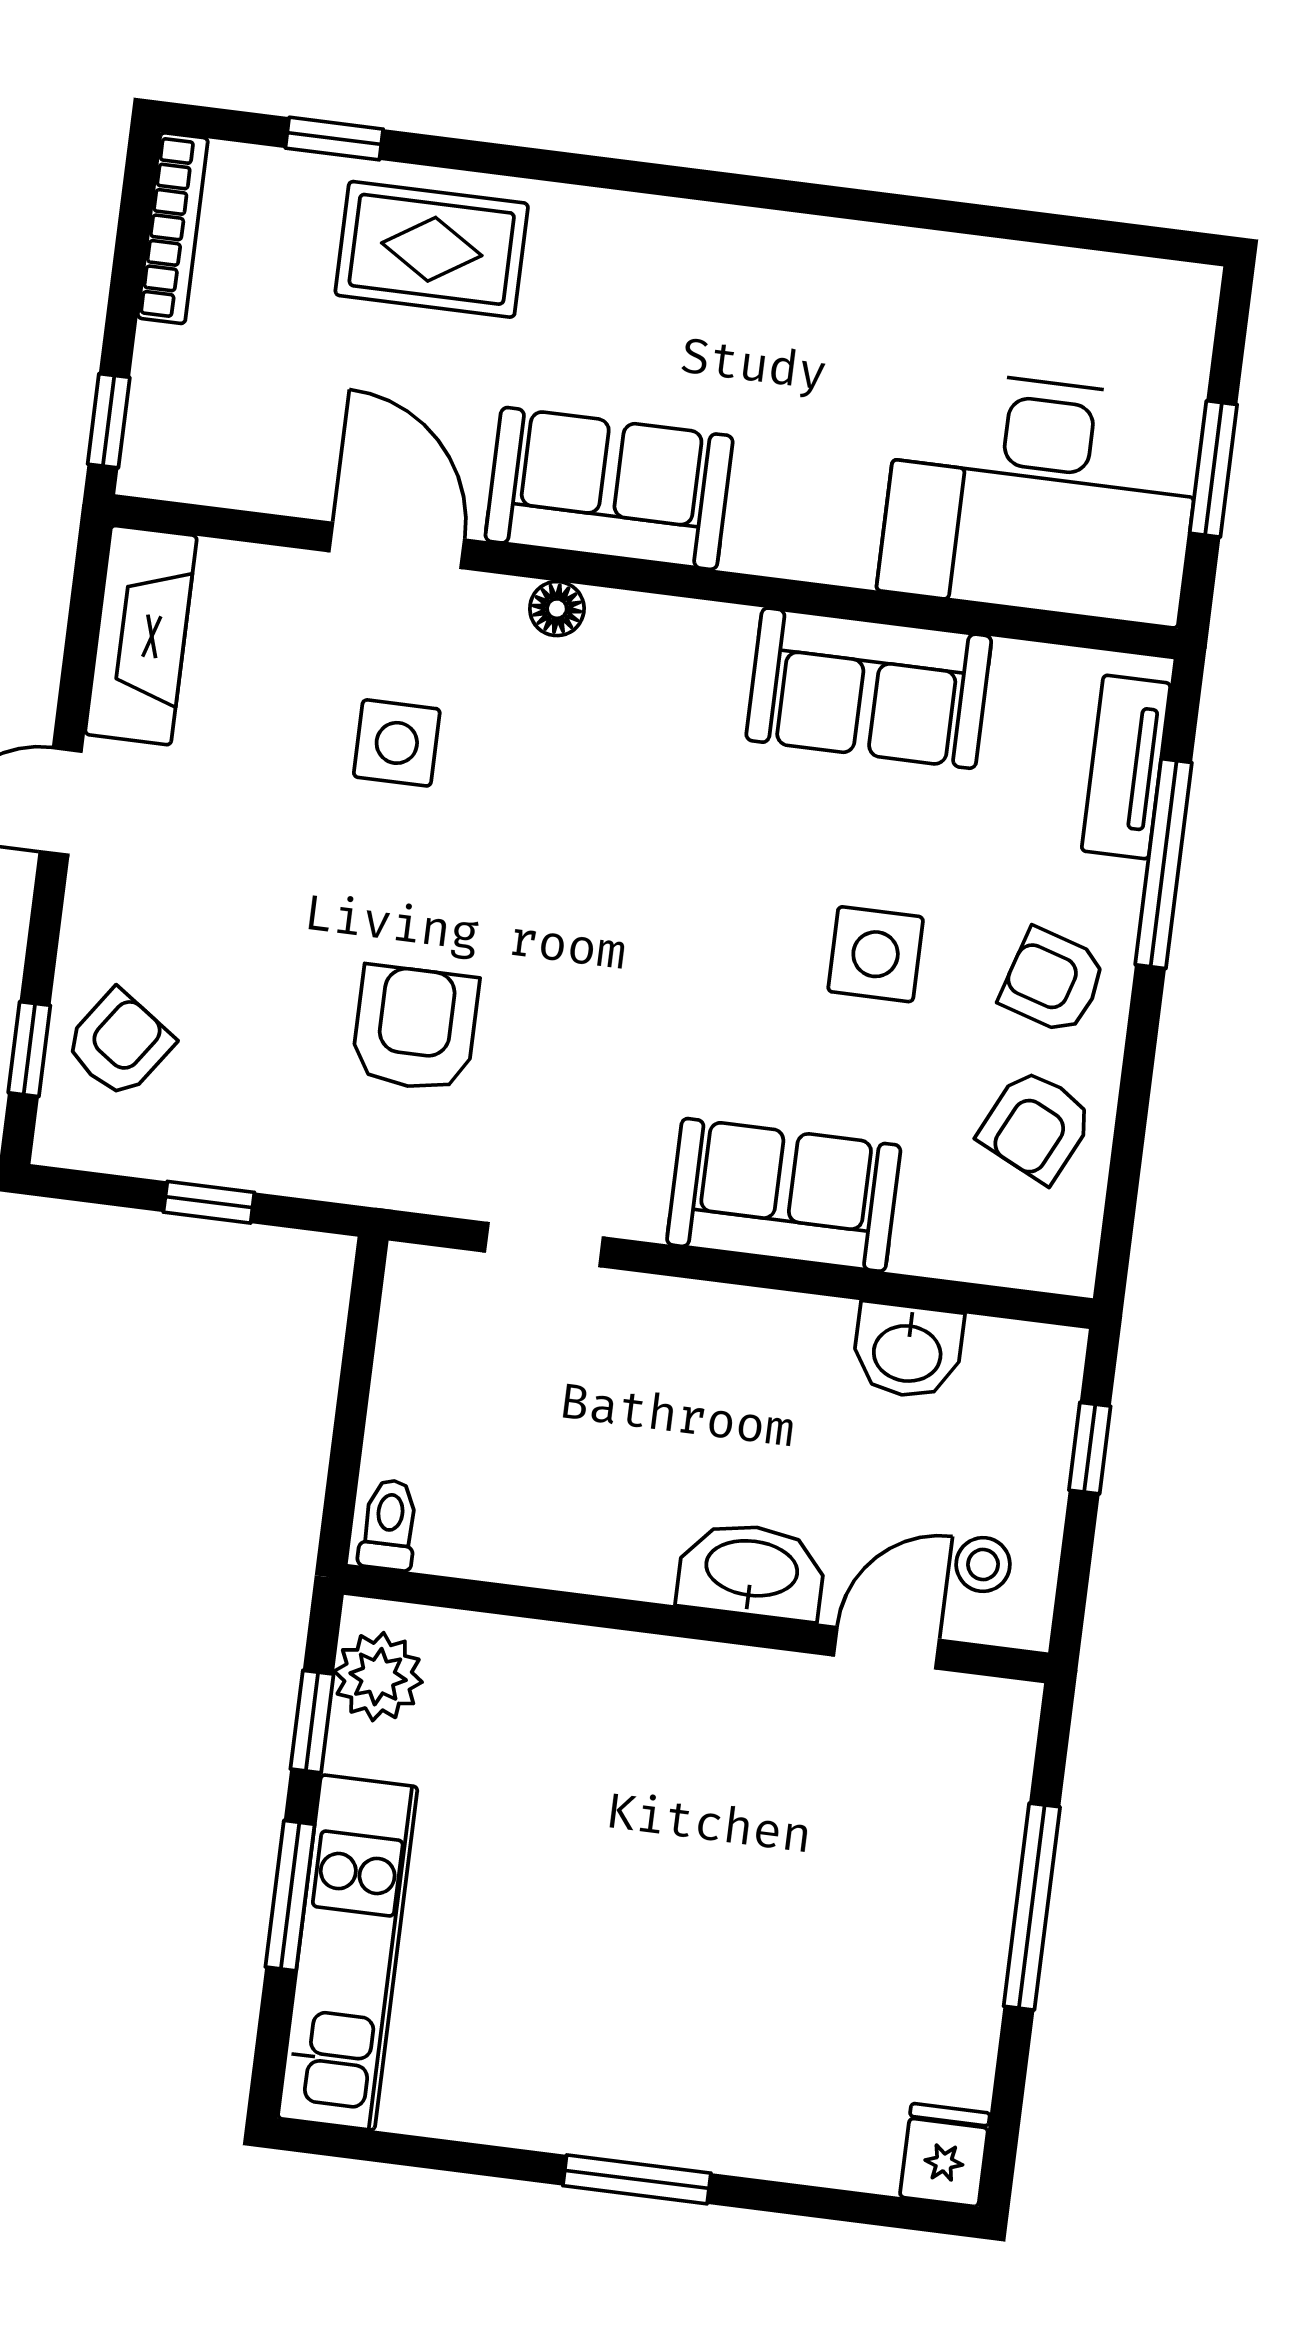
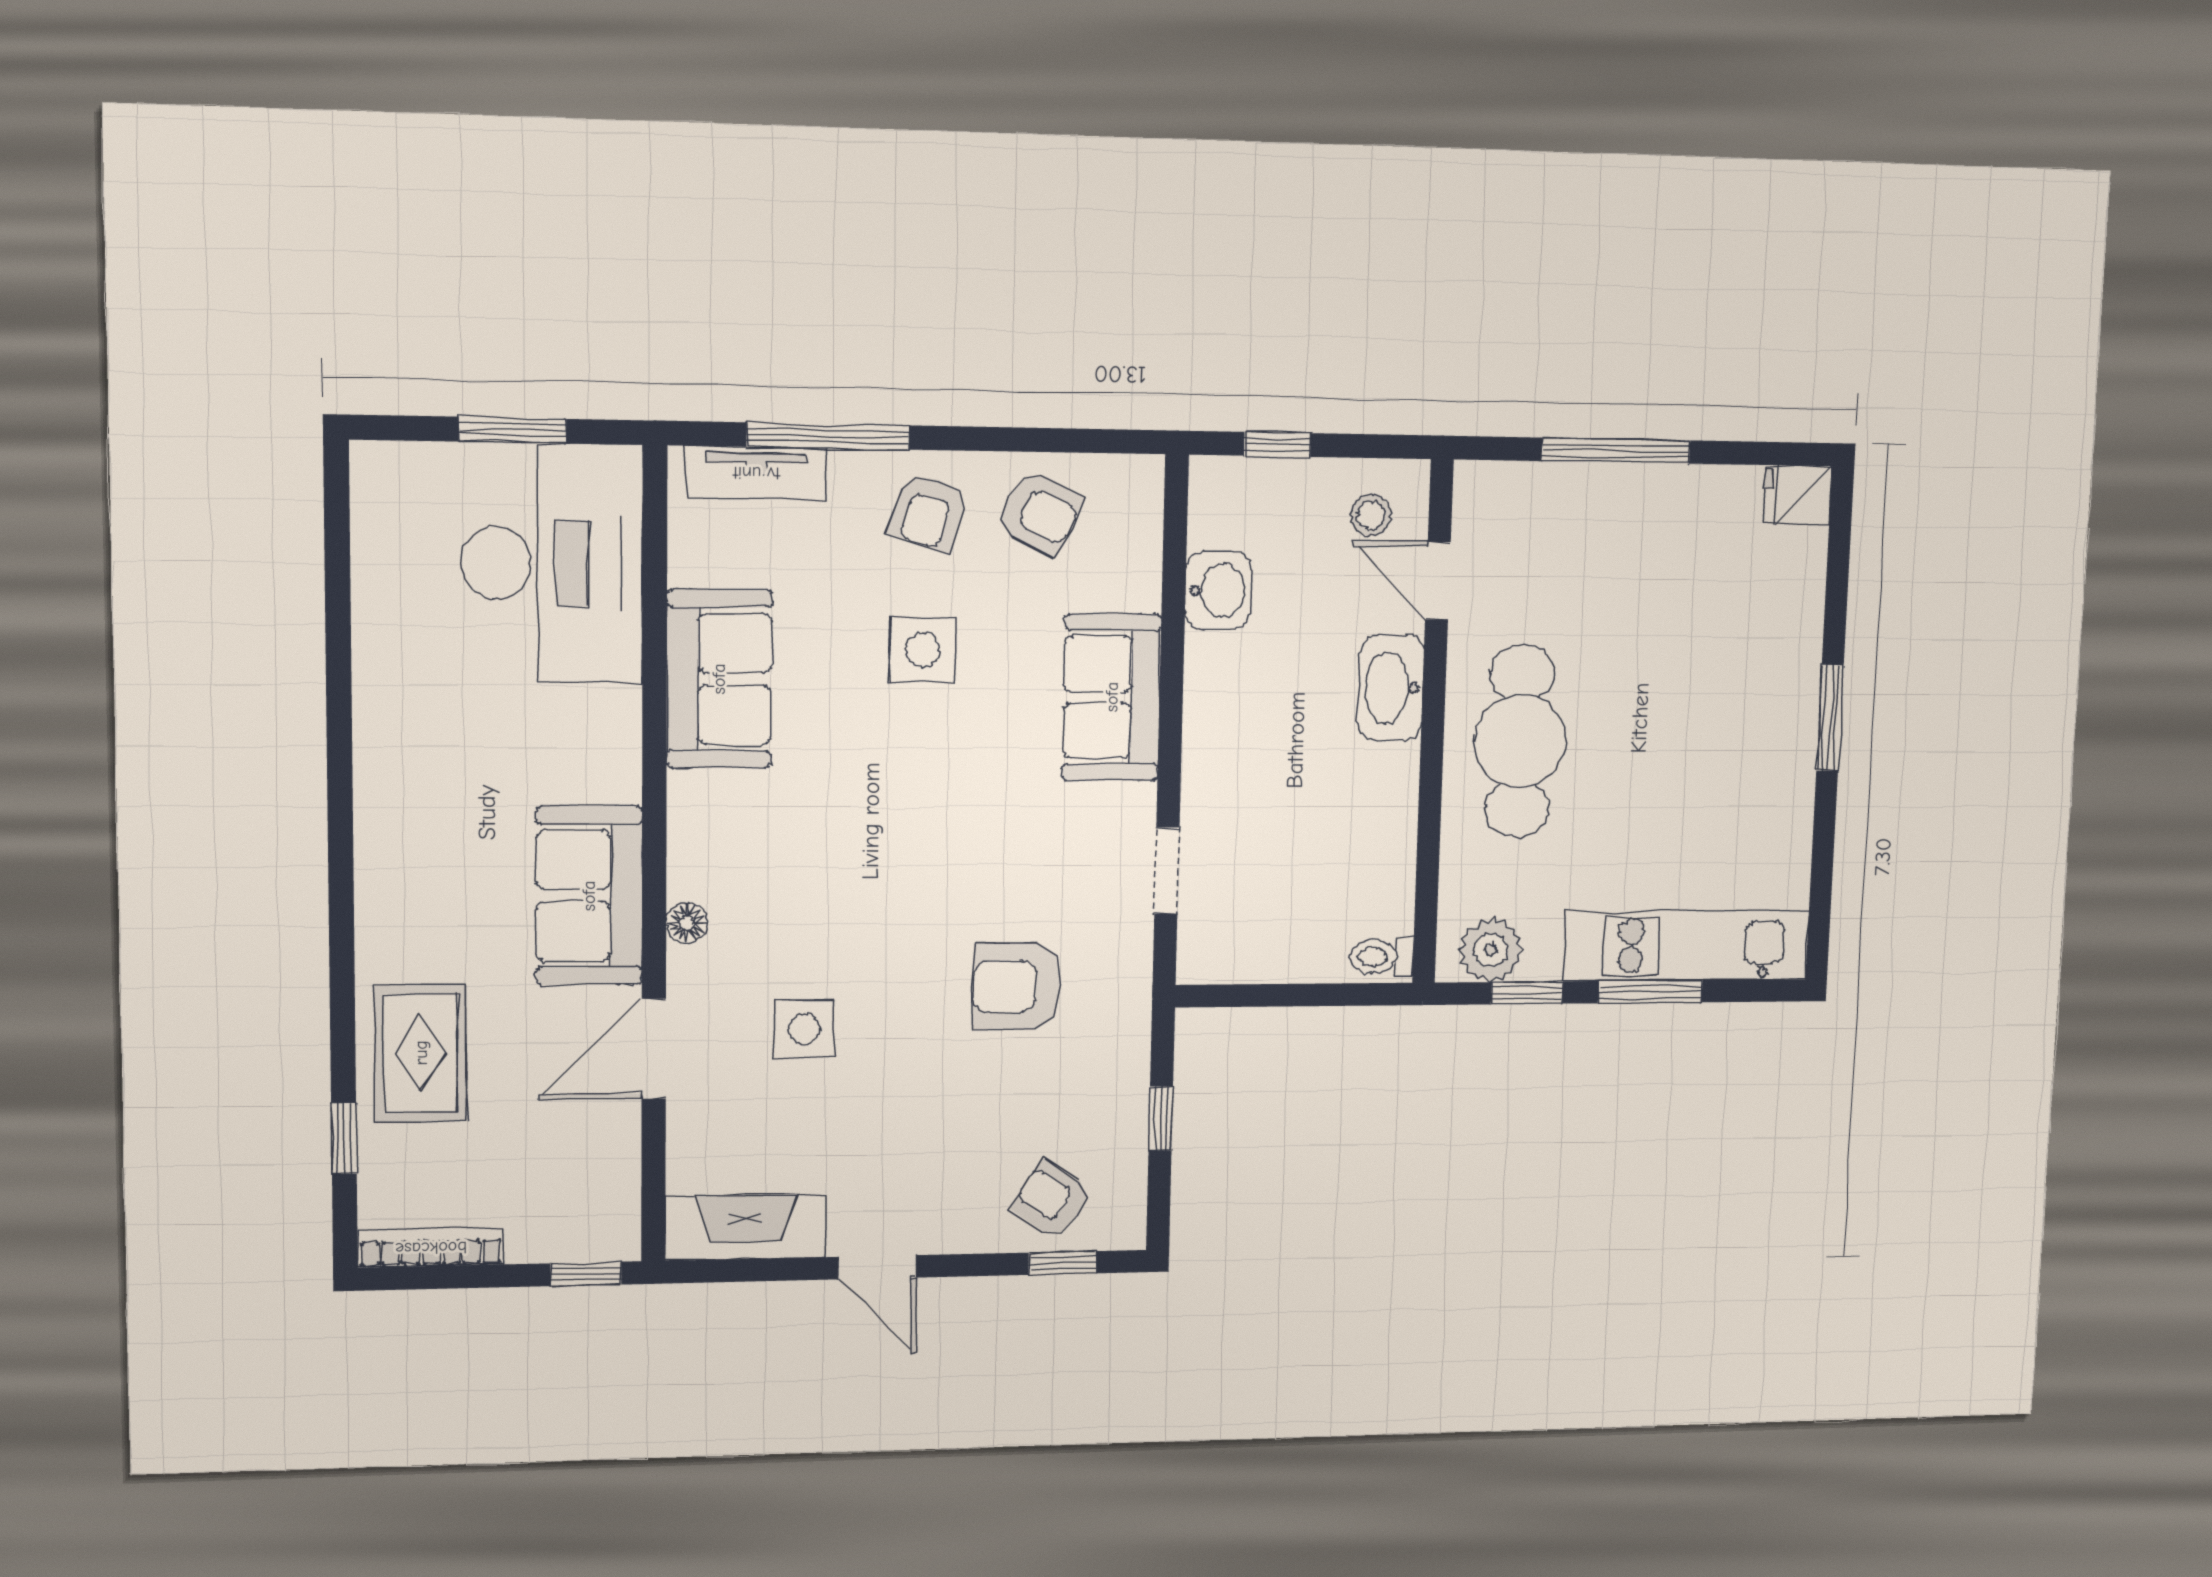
cafe table: (658, 1741) -> (1520, 741), added

